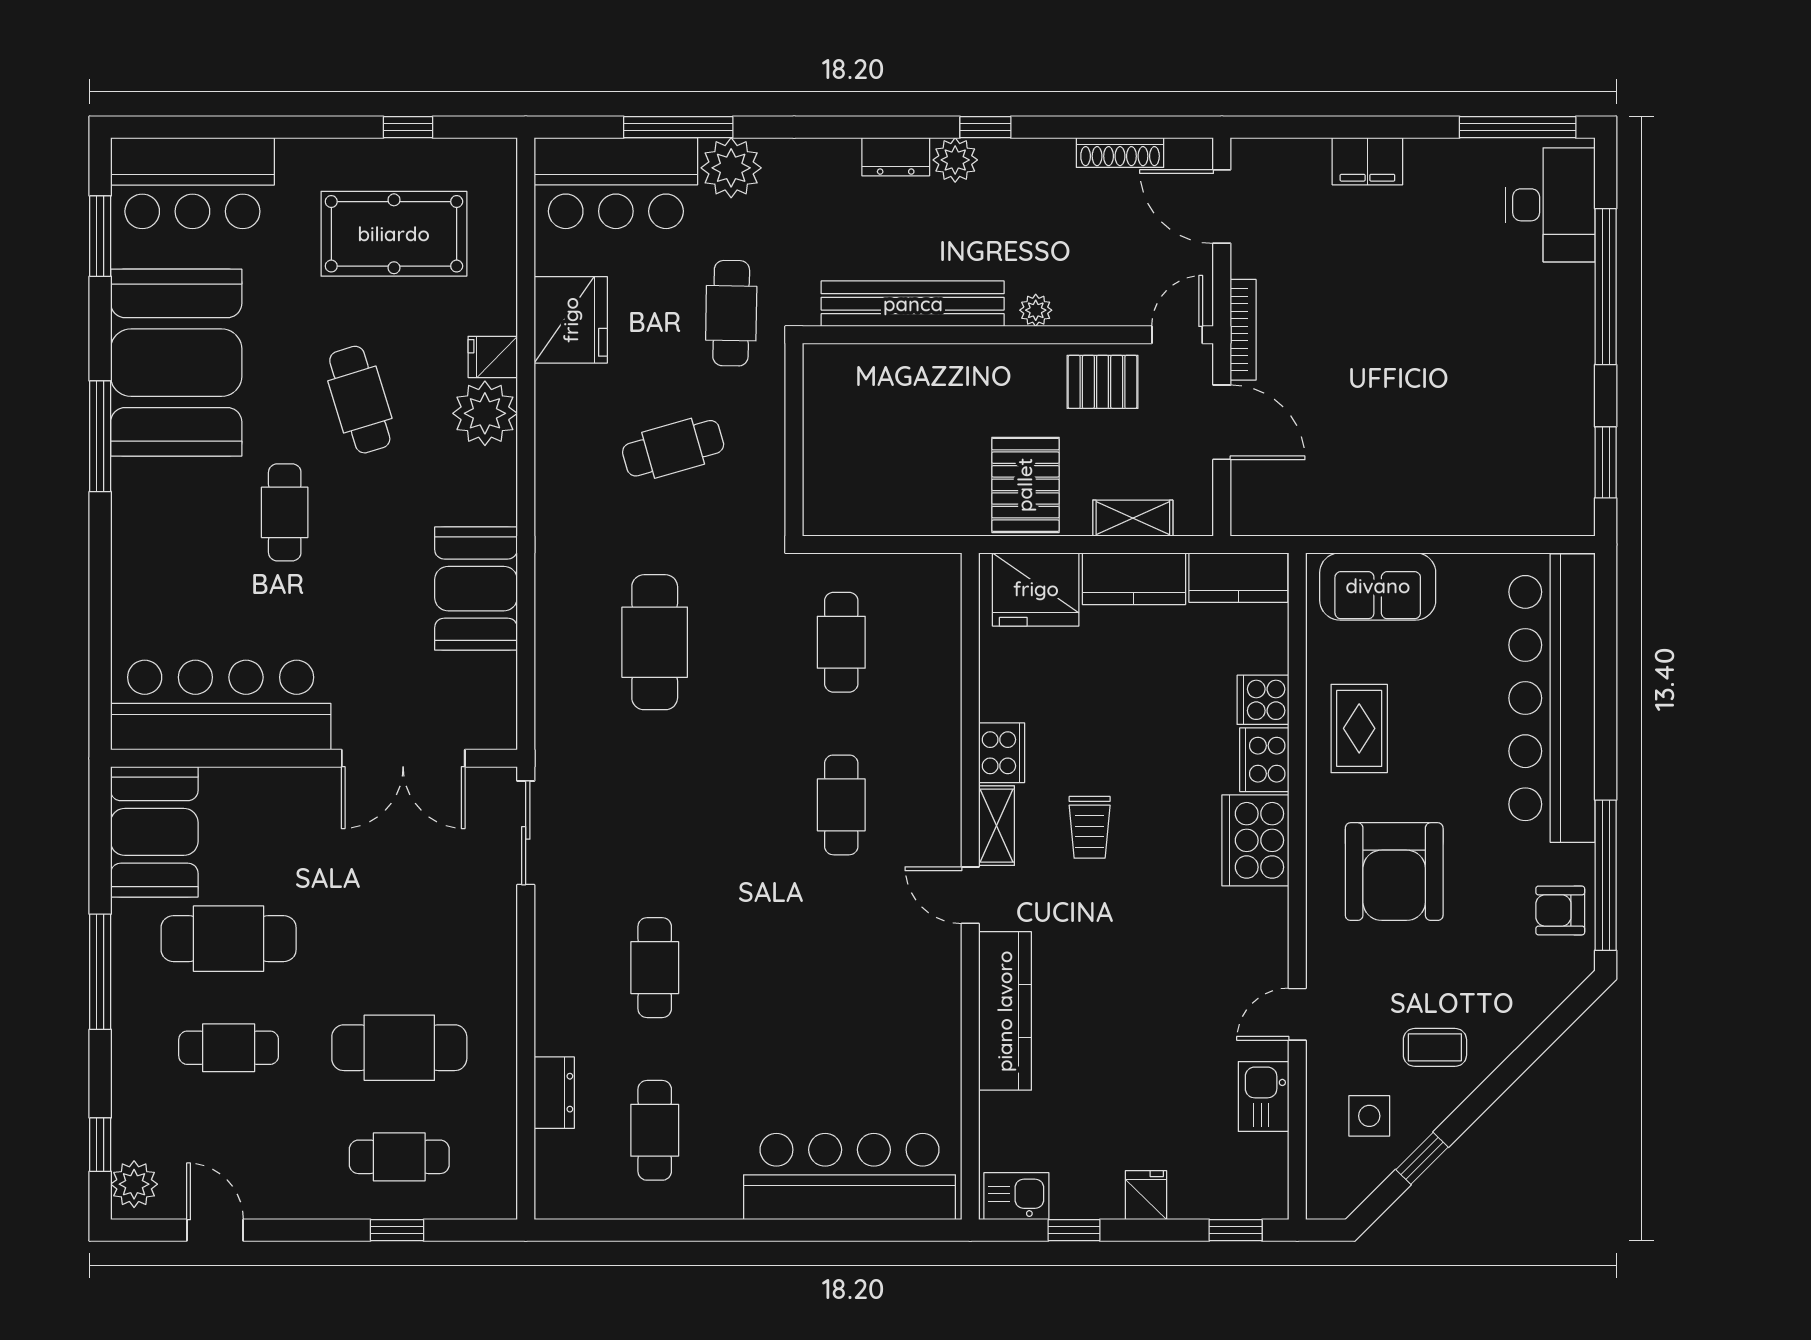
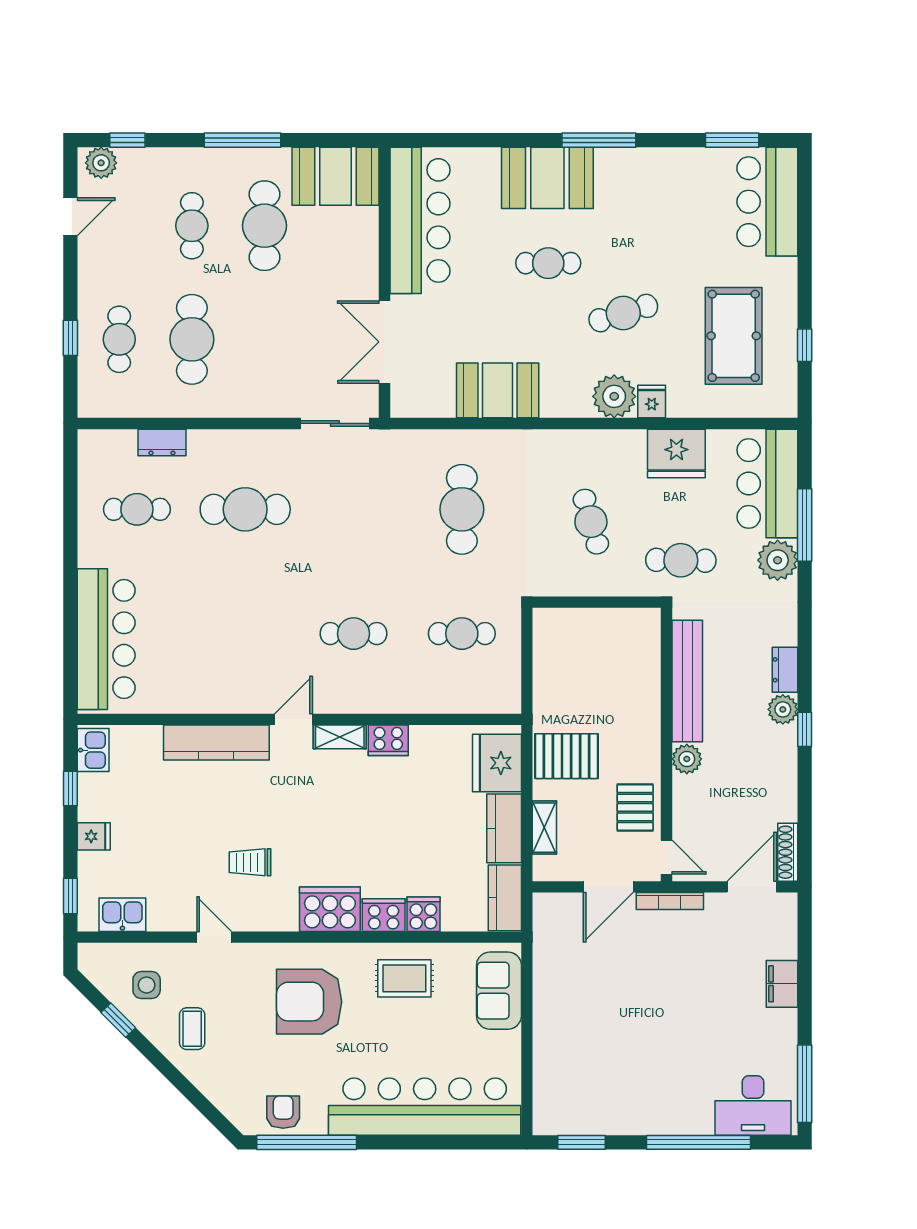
shoe rack: (1120, 153) -> (788, 852), moved
plant: (1036, 310) -> (687, 759), width x1.38, depth x1.38
booth: (176, 363) -> (547, 178), moved, width x0.73, depth x0.70
cafe table: (655, 642) -> (462, 509), turned 90
trolley: (1090, 827) -> (250, 862), moved
cafe table: (655, 968) -> (245, 509), width x1.37, depth x1.35
kitchen sink: (1264, 1096) -> (122, 915), moved

